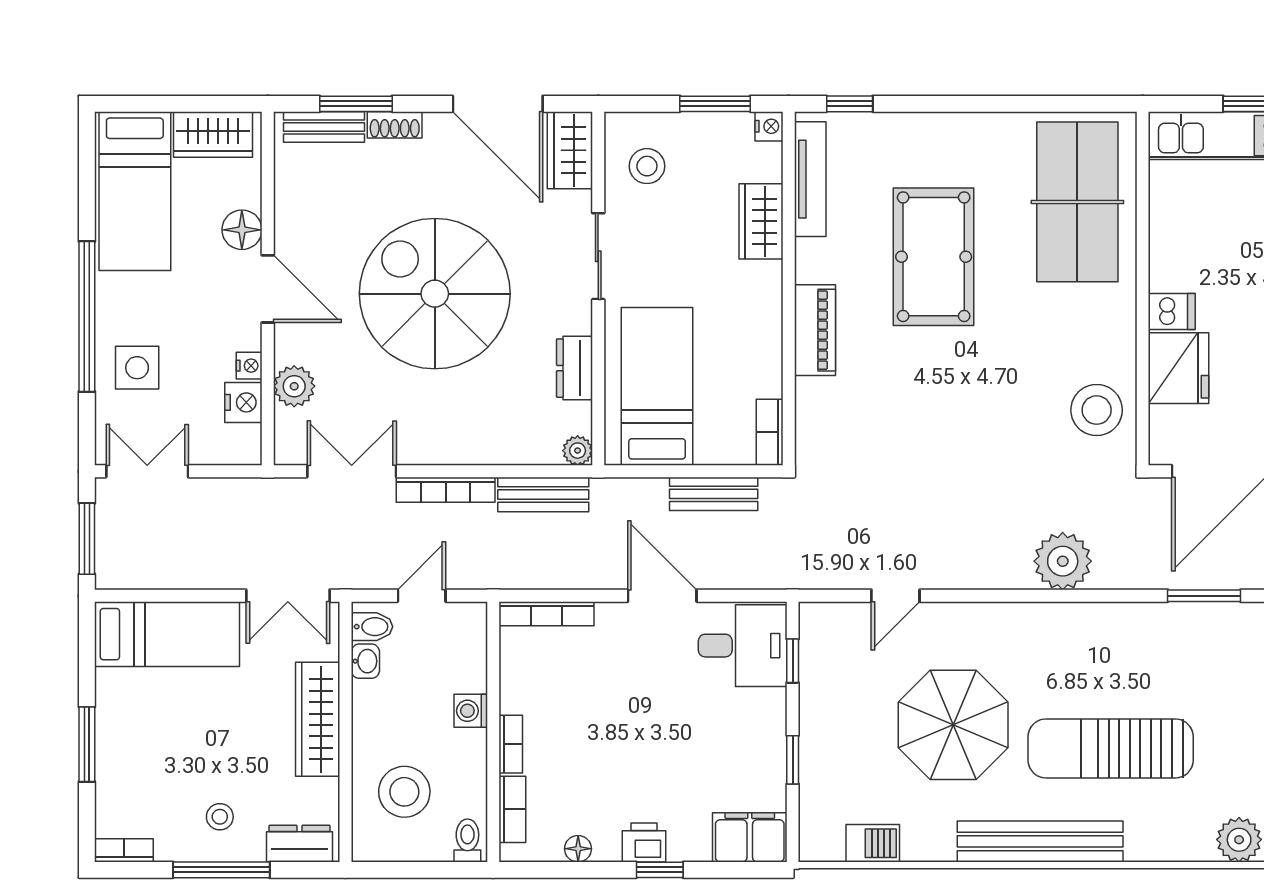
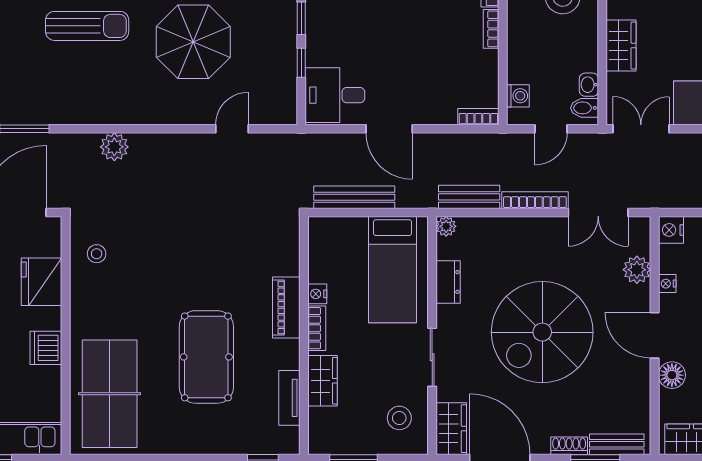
nightstand: (769, 126) -> (317, 294), moved
tv unit: (810, 179) -> (289, 398), width x0.71
spiral stairs: (435, 294) -> (542, 332), turned 90
dishwasher: (1172, 311) -> (46, 348), moved, width x1.38
nightstand: (243, 402) -> (671, 230), moved
stool: (1097, 410) -> (97, 254), width x0.53, depth x0.53
bookcase: (770, 432) -> (317, 328), moved
bench: (714, 494) -> (354, 197), width x1.36
plant: (1063, 561) -> (114, 147), width x0.73, depth x0.73
bookcase: (547, 614) -> (478, 117), width x0.64
window: (793, 661) -> (301, 63), moved
washing machine: (471, 711) -> (518, 96), moved
wardrobe: (318, 719) -> (621, 46), width x0.67
sun lounger: (1111, 748) -> (87, 26), width x0.73, depth x0.75

